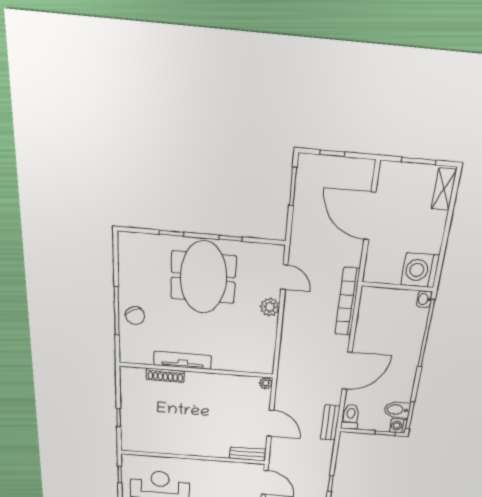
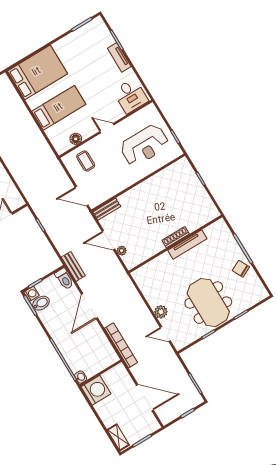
chair: (135, 316) -> (241, 269), moved
shoe rack: (165, 375) -> (176, 237), moved
plant: (266, 383) -> (122, 251), moved

